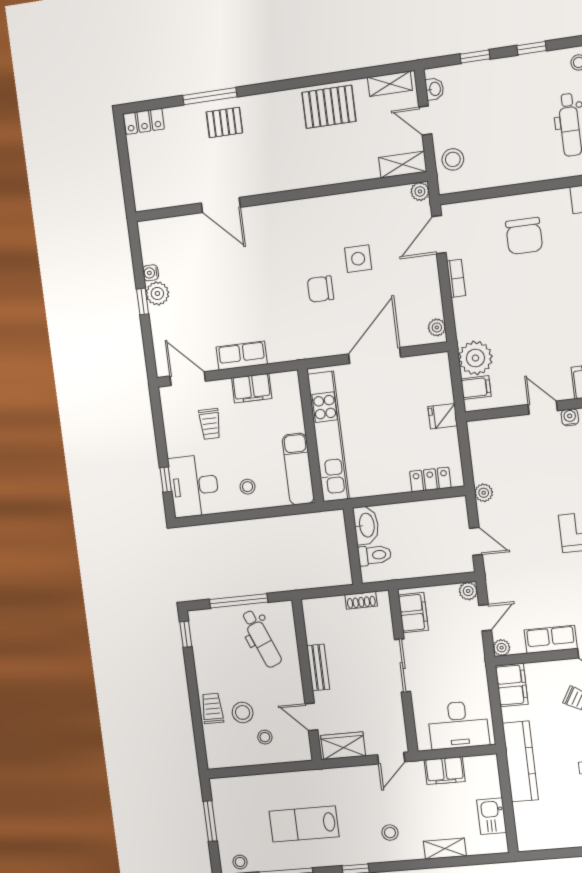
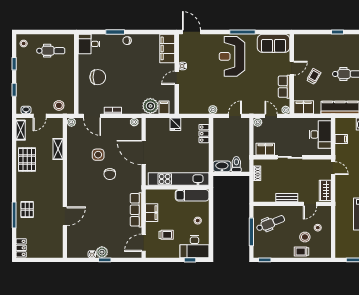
shelving: (403, 165) -> (58, 149), moved
row of seats: (242, 356) -> (136, 210), width x1.48
filing cabinet: (445, 771) -> (341, 139), width x0.50

